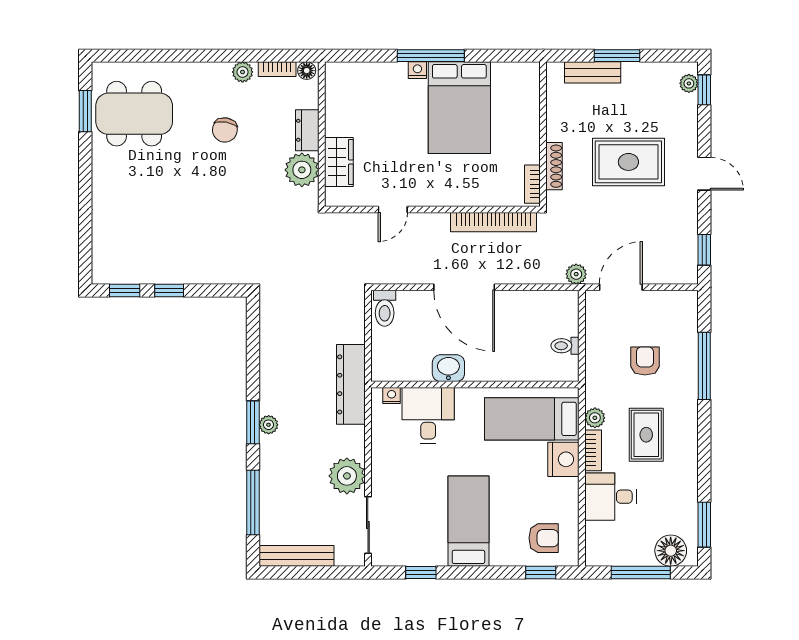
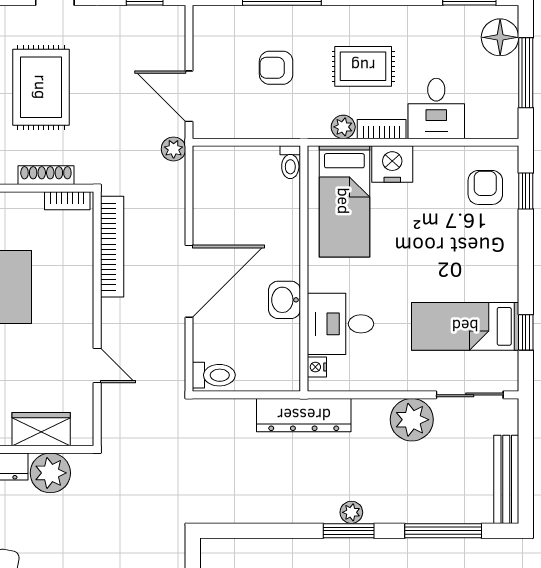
toilet: (565, 346) -> (290, 162), moved
bed: (468, 521) -> (465, 326), moved

